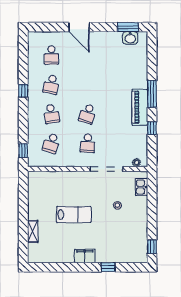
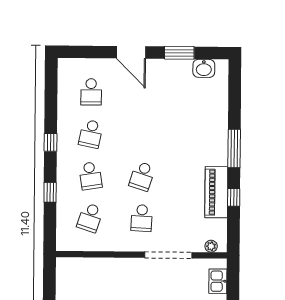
window: (128, 27) -> (179, 53), moved
piano: (140, 107) -> (216, 192), moved
window: (23, 151) -> (50, 192), moved

